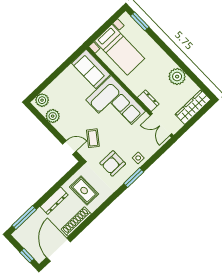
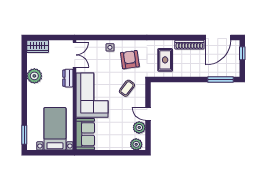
wardrobe: (193, 107) -> (38, 46), width x0.67
door: (69, 148) -> (148, 114), moved
armchair: (113, 163) -> (130, 60), turned -98
window: (134, 178) -> (125, 37), removed
dresser: (54, 201) -> (191, 72), removed

